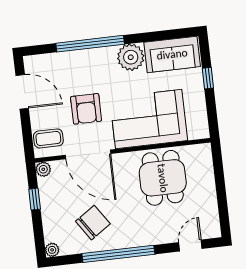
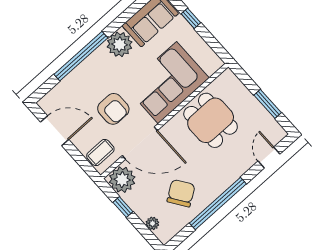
plant: (43, 169) -> (122, 180), width x1.87, depth x1.87
window: (222, 198) -> (268, 104), added
plant: (52, 250) -> (152, 223), moved

